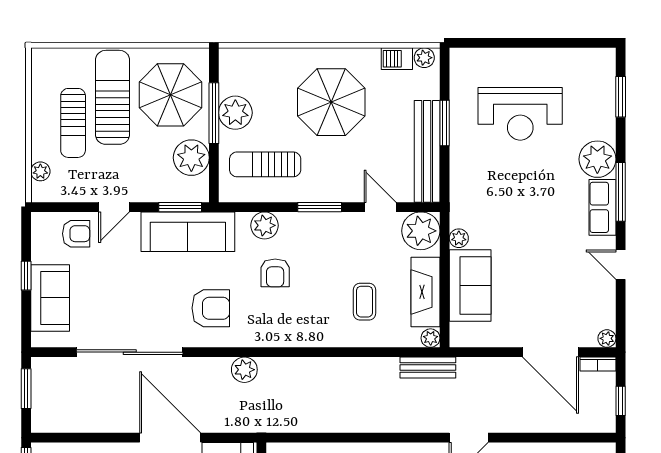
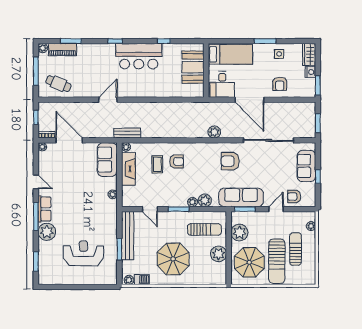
window: (214, 113) -> (229, 254), removed
plant: (421, 231) -> (193, 202), moved, width x0.53, depth x0.53
armchair: (275, 273) -> (177, 161), moved, turned 90
sofa: (470, 285) -> (107, 160), moved

